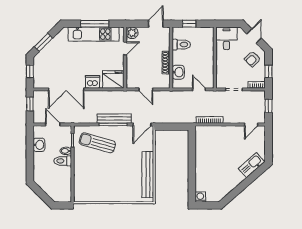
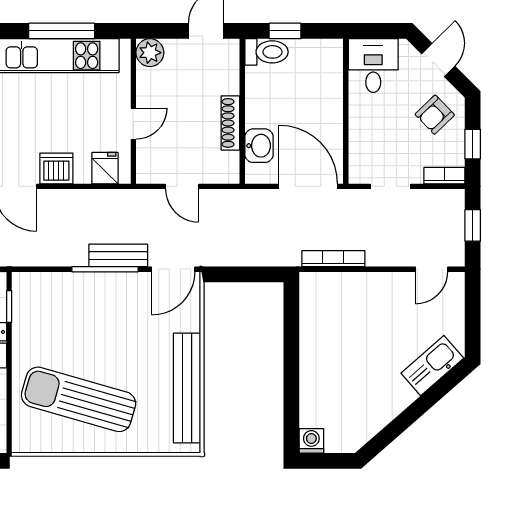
toilet: (181, 45) -> (266, 52), moved
door: (125, 48) -> (133, 124), moved
fridge: (113, 79) -> (105, 168), width x0.53, depth x0.75
door: (199, 89) -> (308, 186), width x1.87
bench: (114, 119) -> (118, 255), width x0.73
sun lounger: (97, 143) -> (79, 399), moved, width x1.36, depth x1.34

